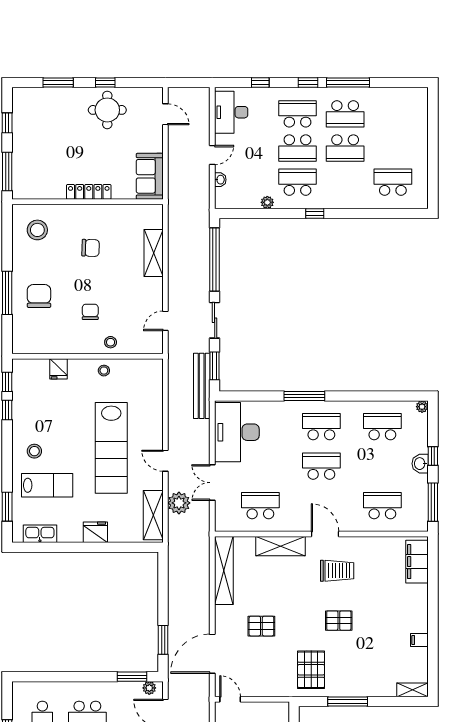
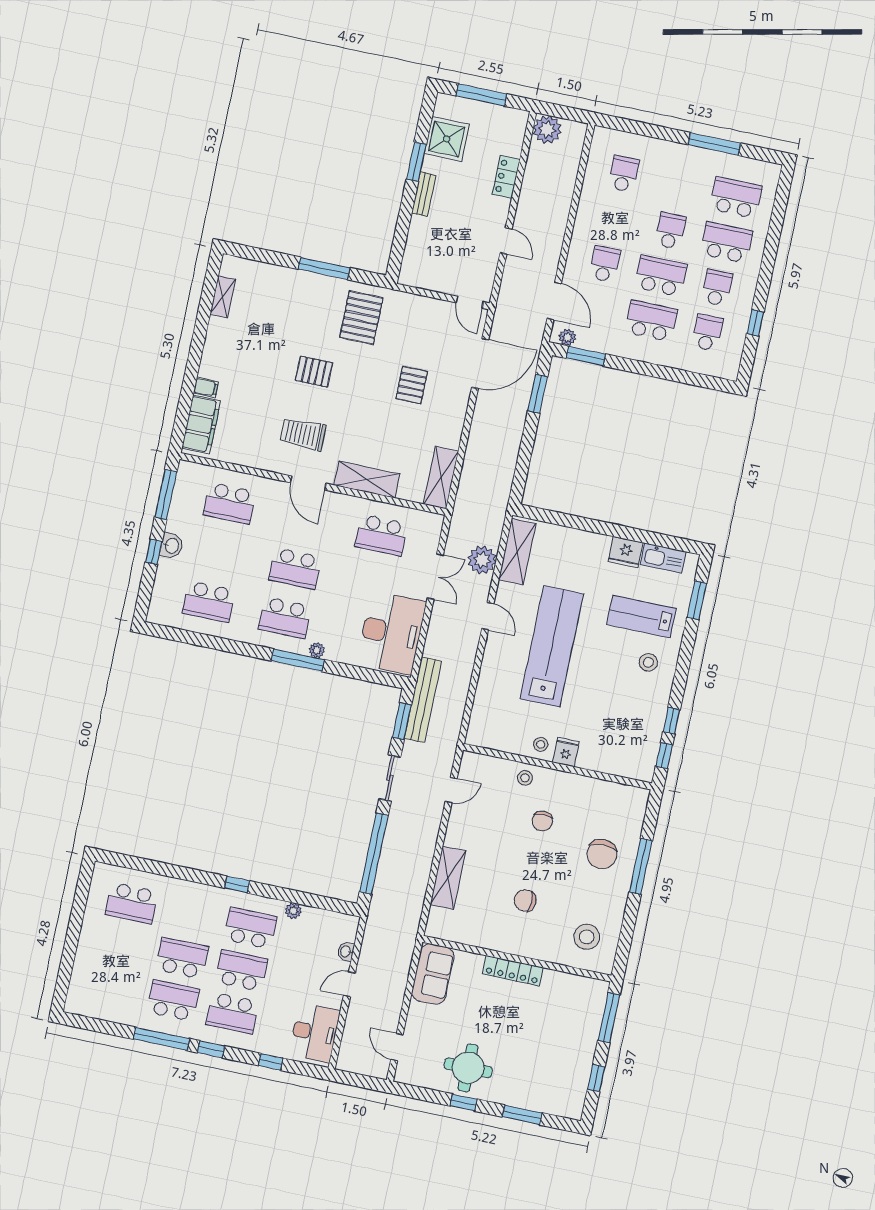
school desk: (298, 182) -> (250, 928), turned 180
fridge: (59, 369) -> (566, 752), moved
plant: (422, 407) -> (317, 650), moved
fridge: (95, 532) -> (626, 552), moved
shelving: (224, 571) -> (441, 478), width x0.68
pallet: (261, 626) -> (412, 385), turned 90
filing cabinet: (419, 640) -> (206, 387), moved
shelving: (413, 690) -> (223, 297), moved, turned 90

